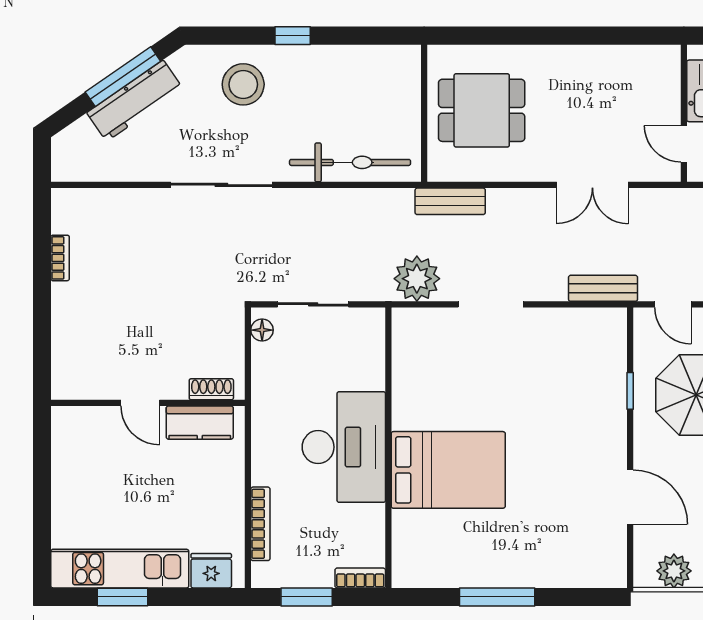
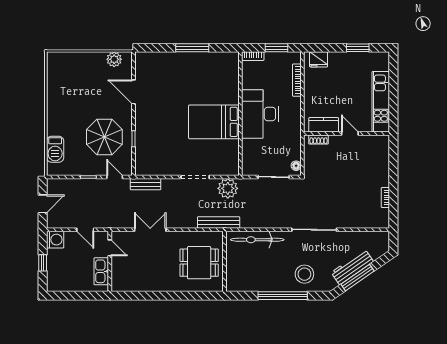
window: (293, 36) -> (283, 296), width x3.17
bench: (450, 201) -> (219, 223), width x1.36
bed: (448, 470) -> (214, 122), moved
kitchen unit: (120, 569) -> (381, 102), moved, turned 90

